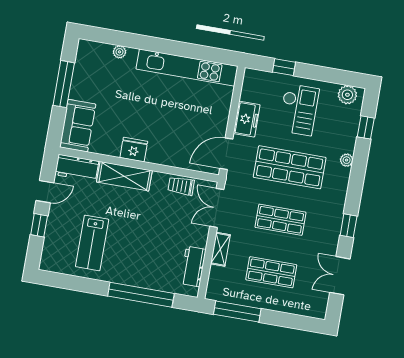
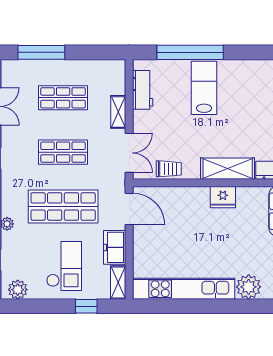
plant: (119, 52) -> (249, 287), width x1.88, depth x1.88
shelving: (249, 85) -> (118, 282), added
checkout: (299, 110) -> (64, 266), turned 180
door: (226, 154) -> (129, 209), hinge flipped
lab bench: (92, 243) -> (204, 88), moved
window: (237, 312) -> (41, 52), moved

